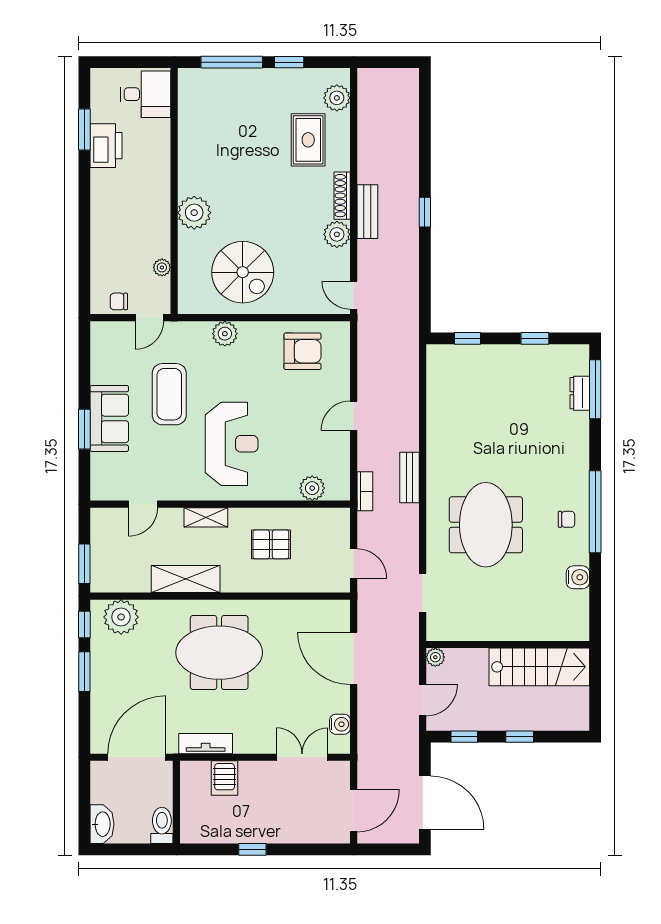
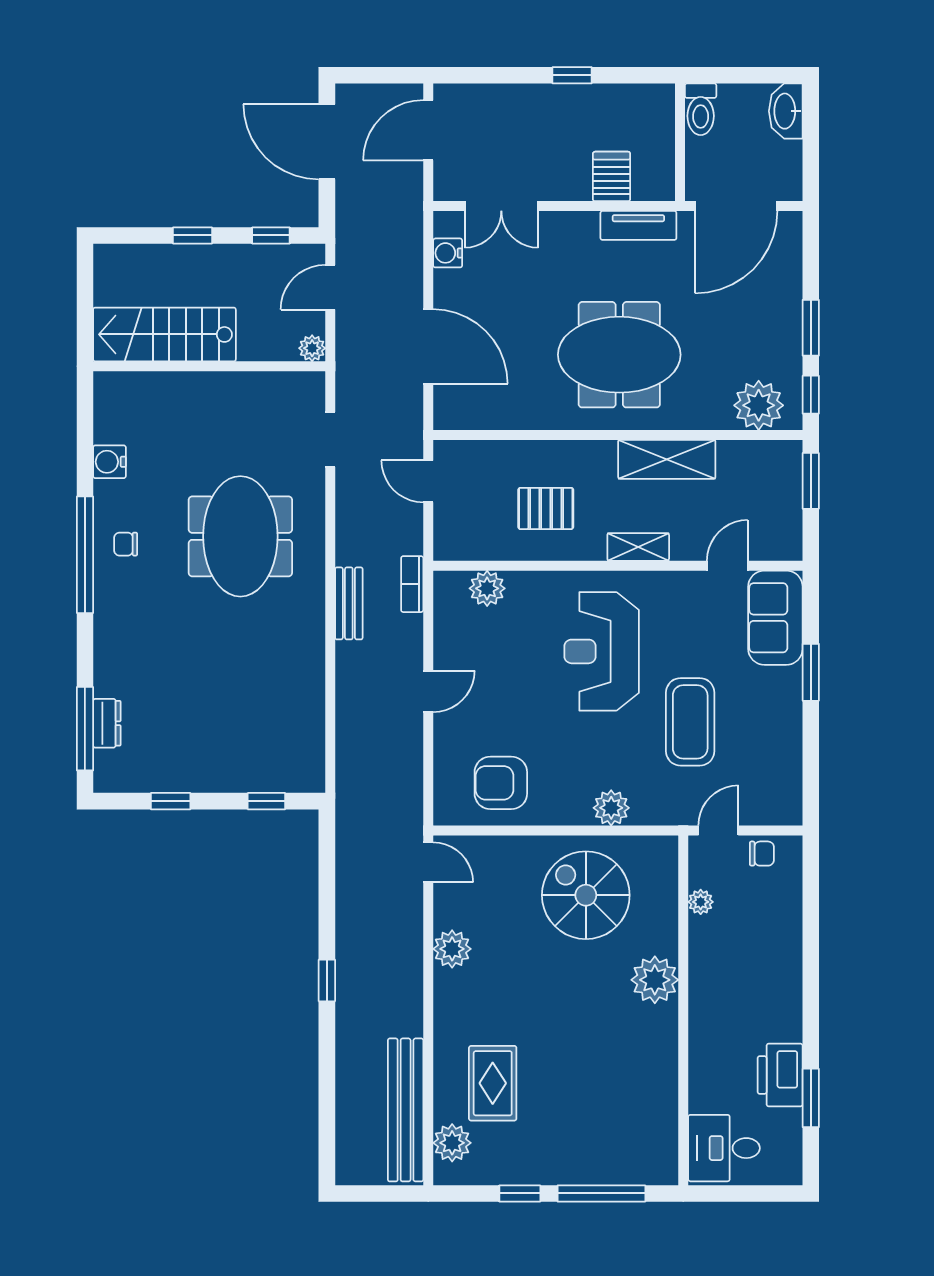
shoe rack: (342, 196) -> (445, 1004), removed
bench: (367, 212) -> (406, 1110), moved, width x1.86, depth x1.21
sofa: (109, 418) -> (775, 618), moved

